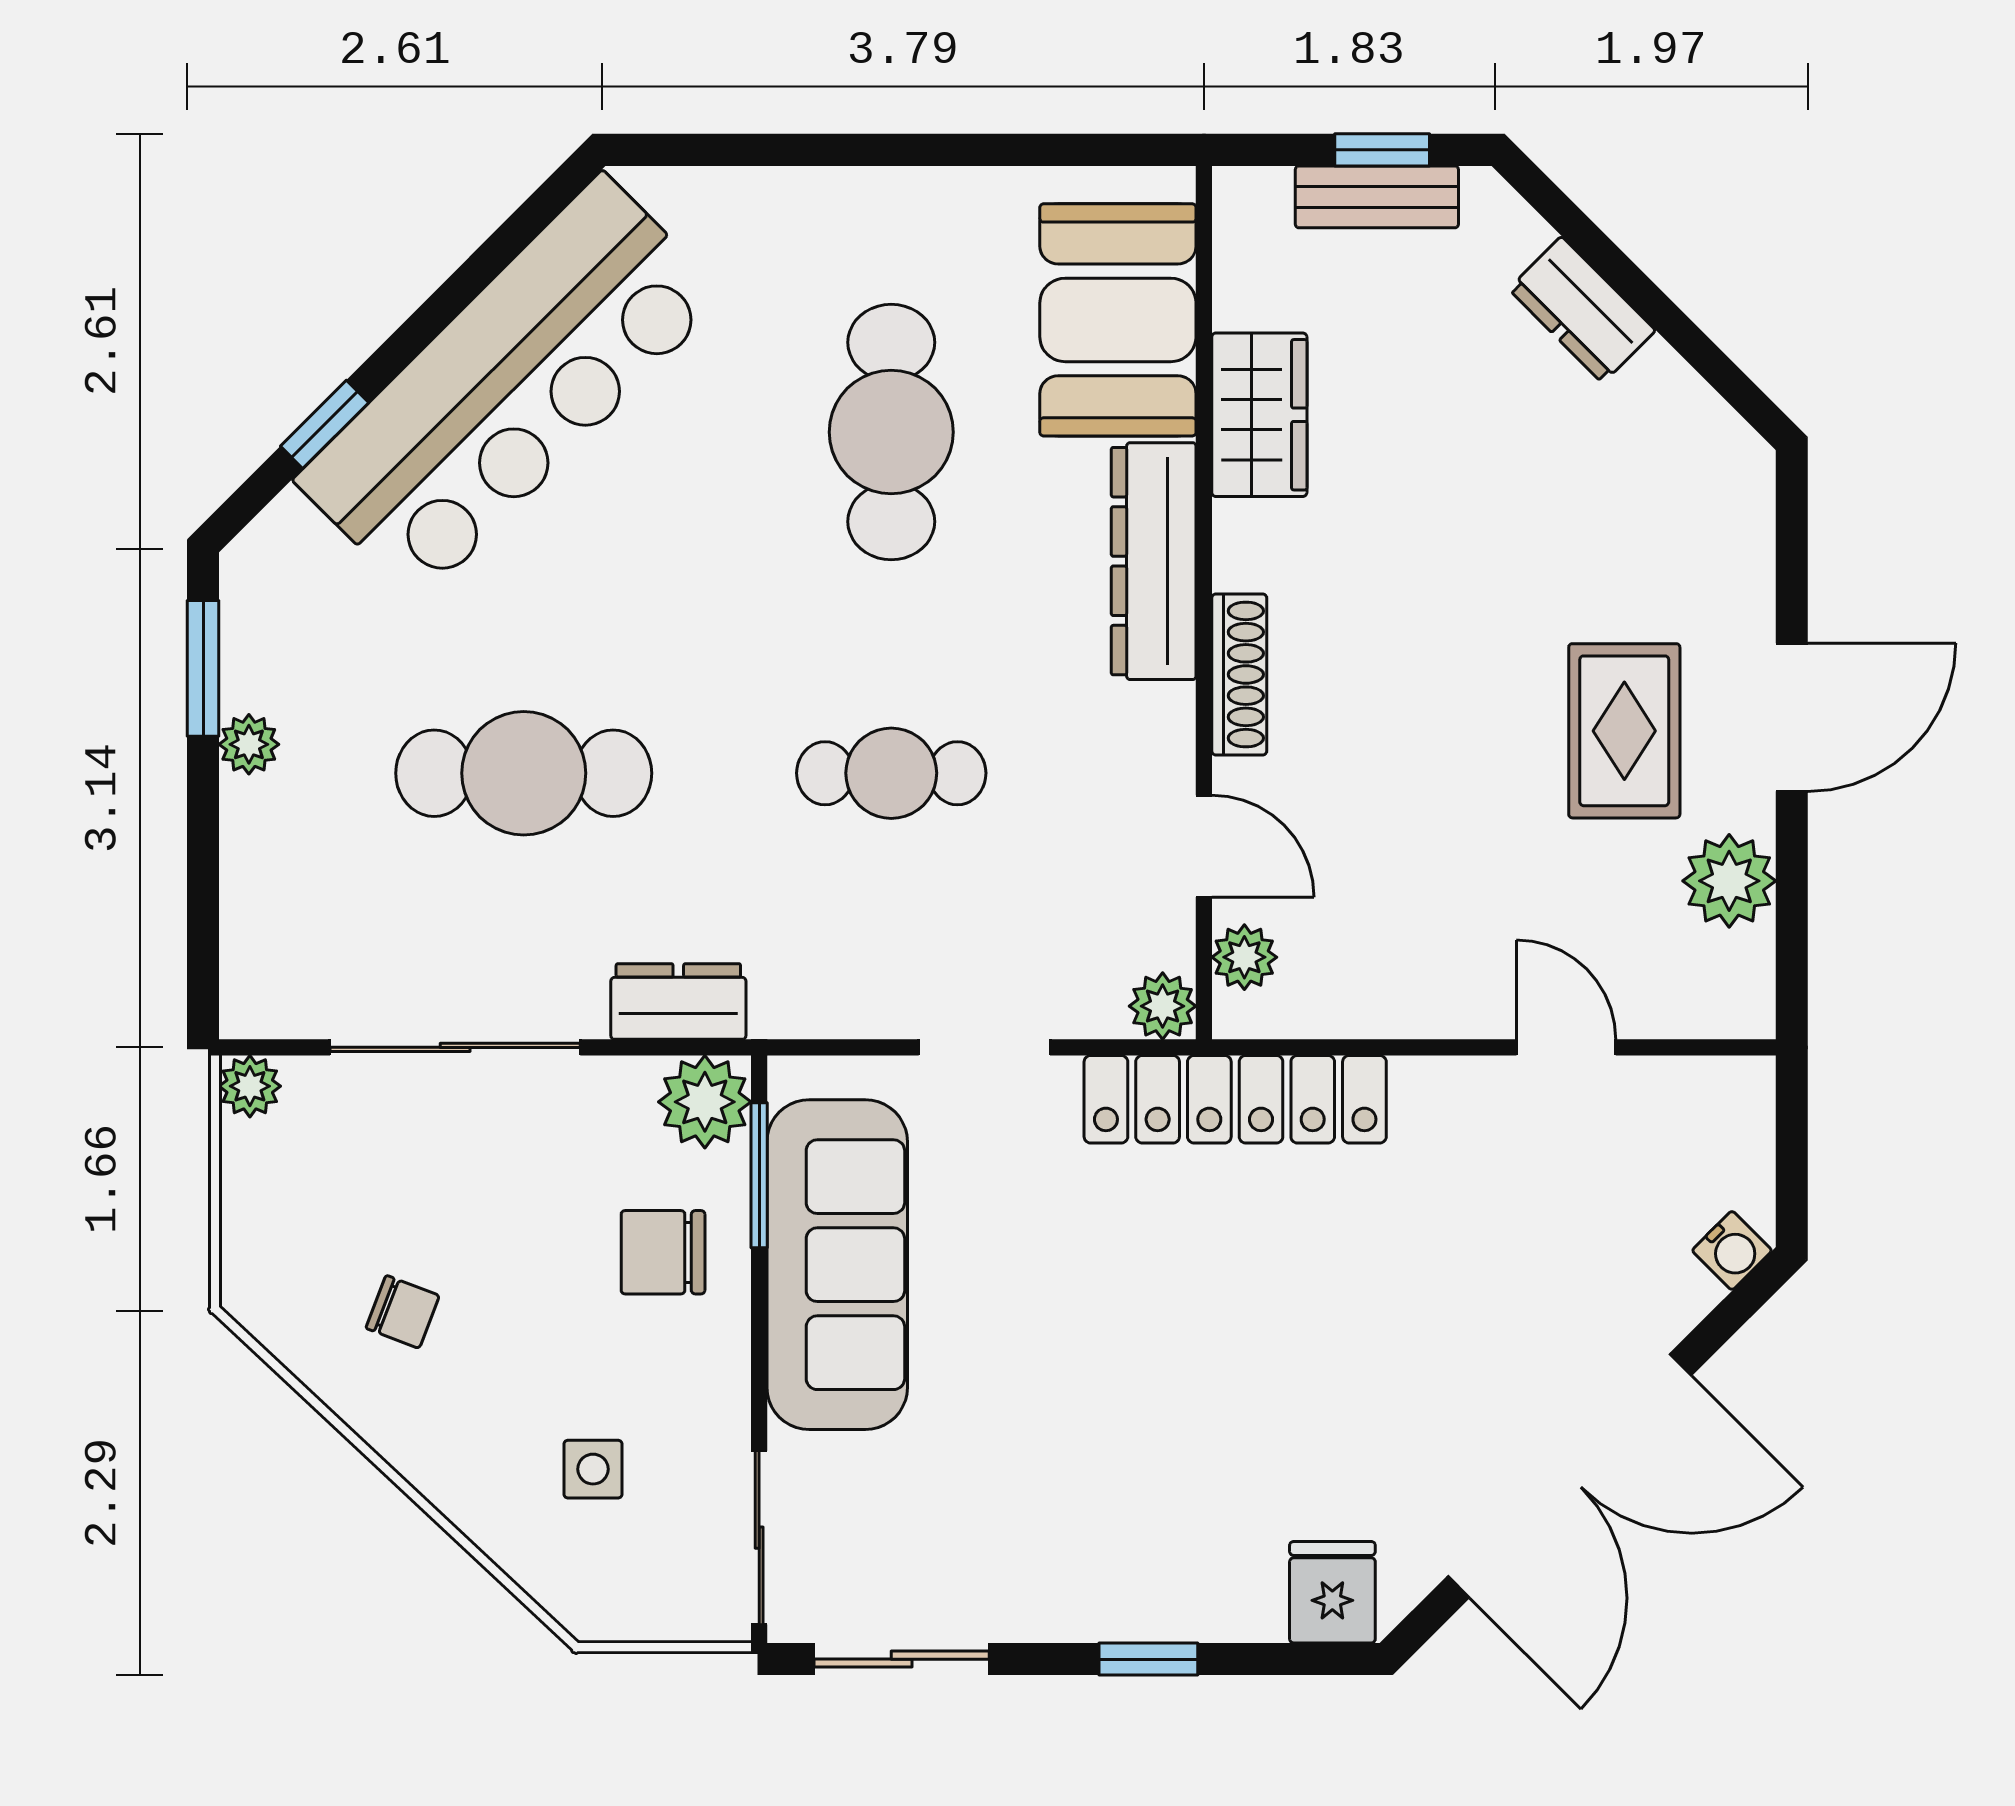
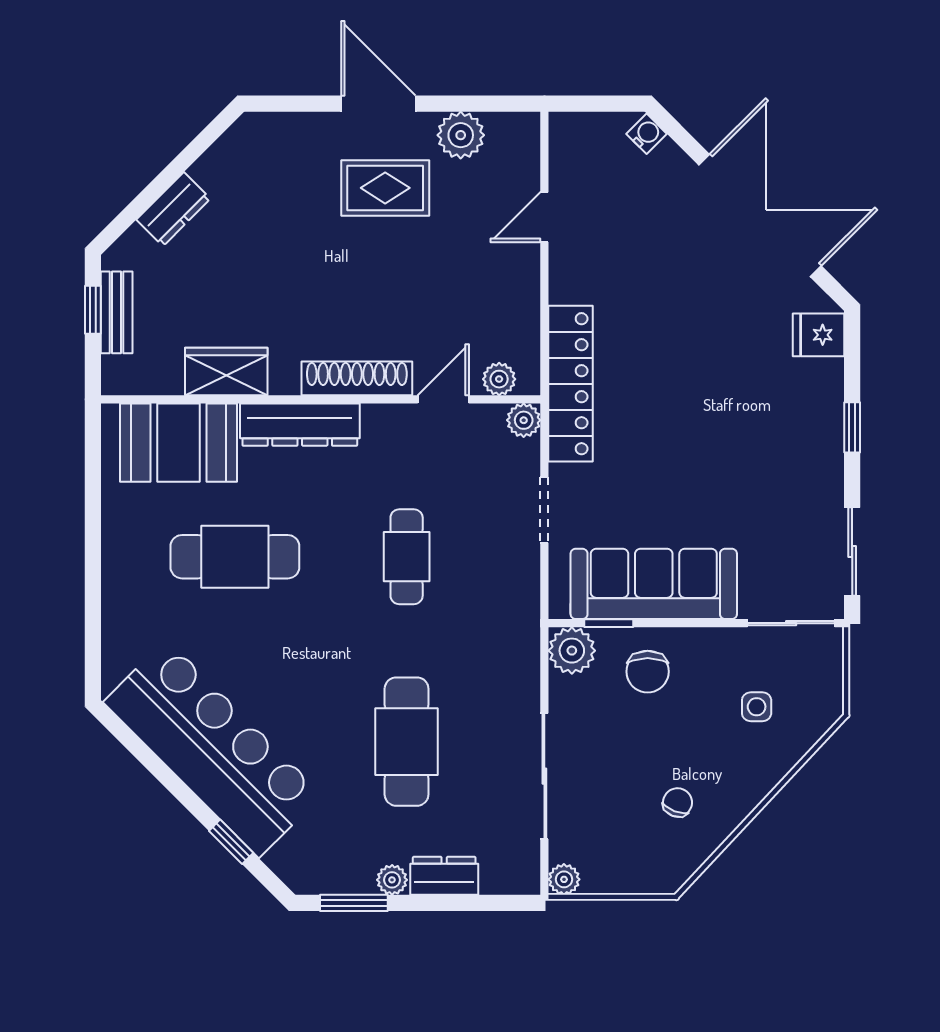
shoe rack: (1239, 674) -> (357, 378), width x1.36, depth x1.24
dresser: (678, 1002) -> (444, 876), moved, turned 90
window: (759, 1175) -> (609, 623), width x0.67

